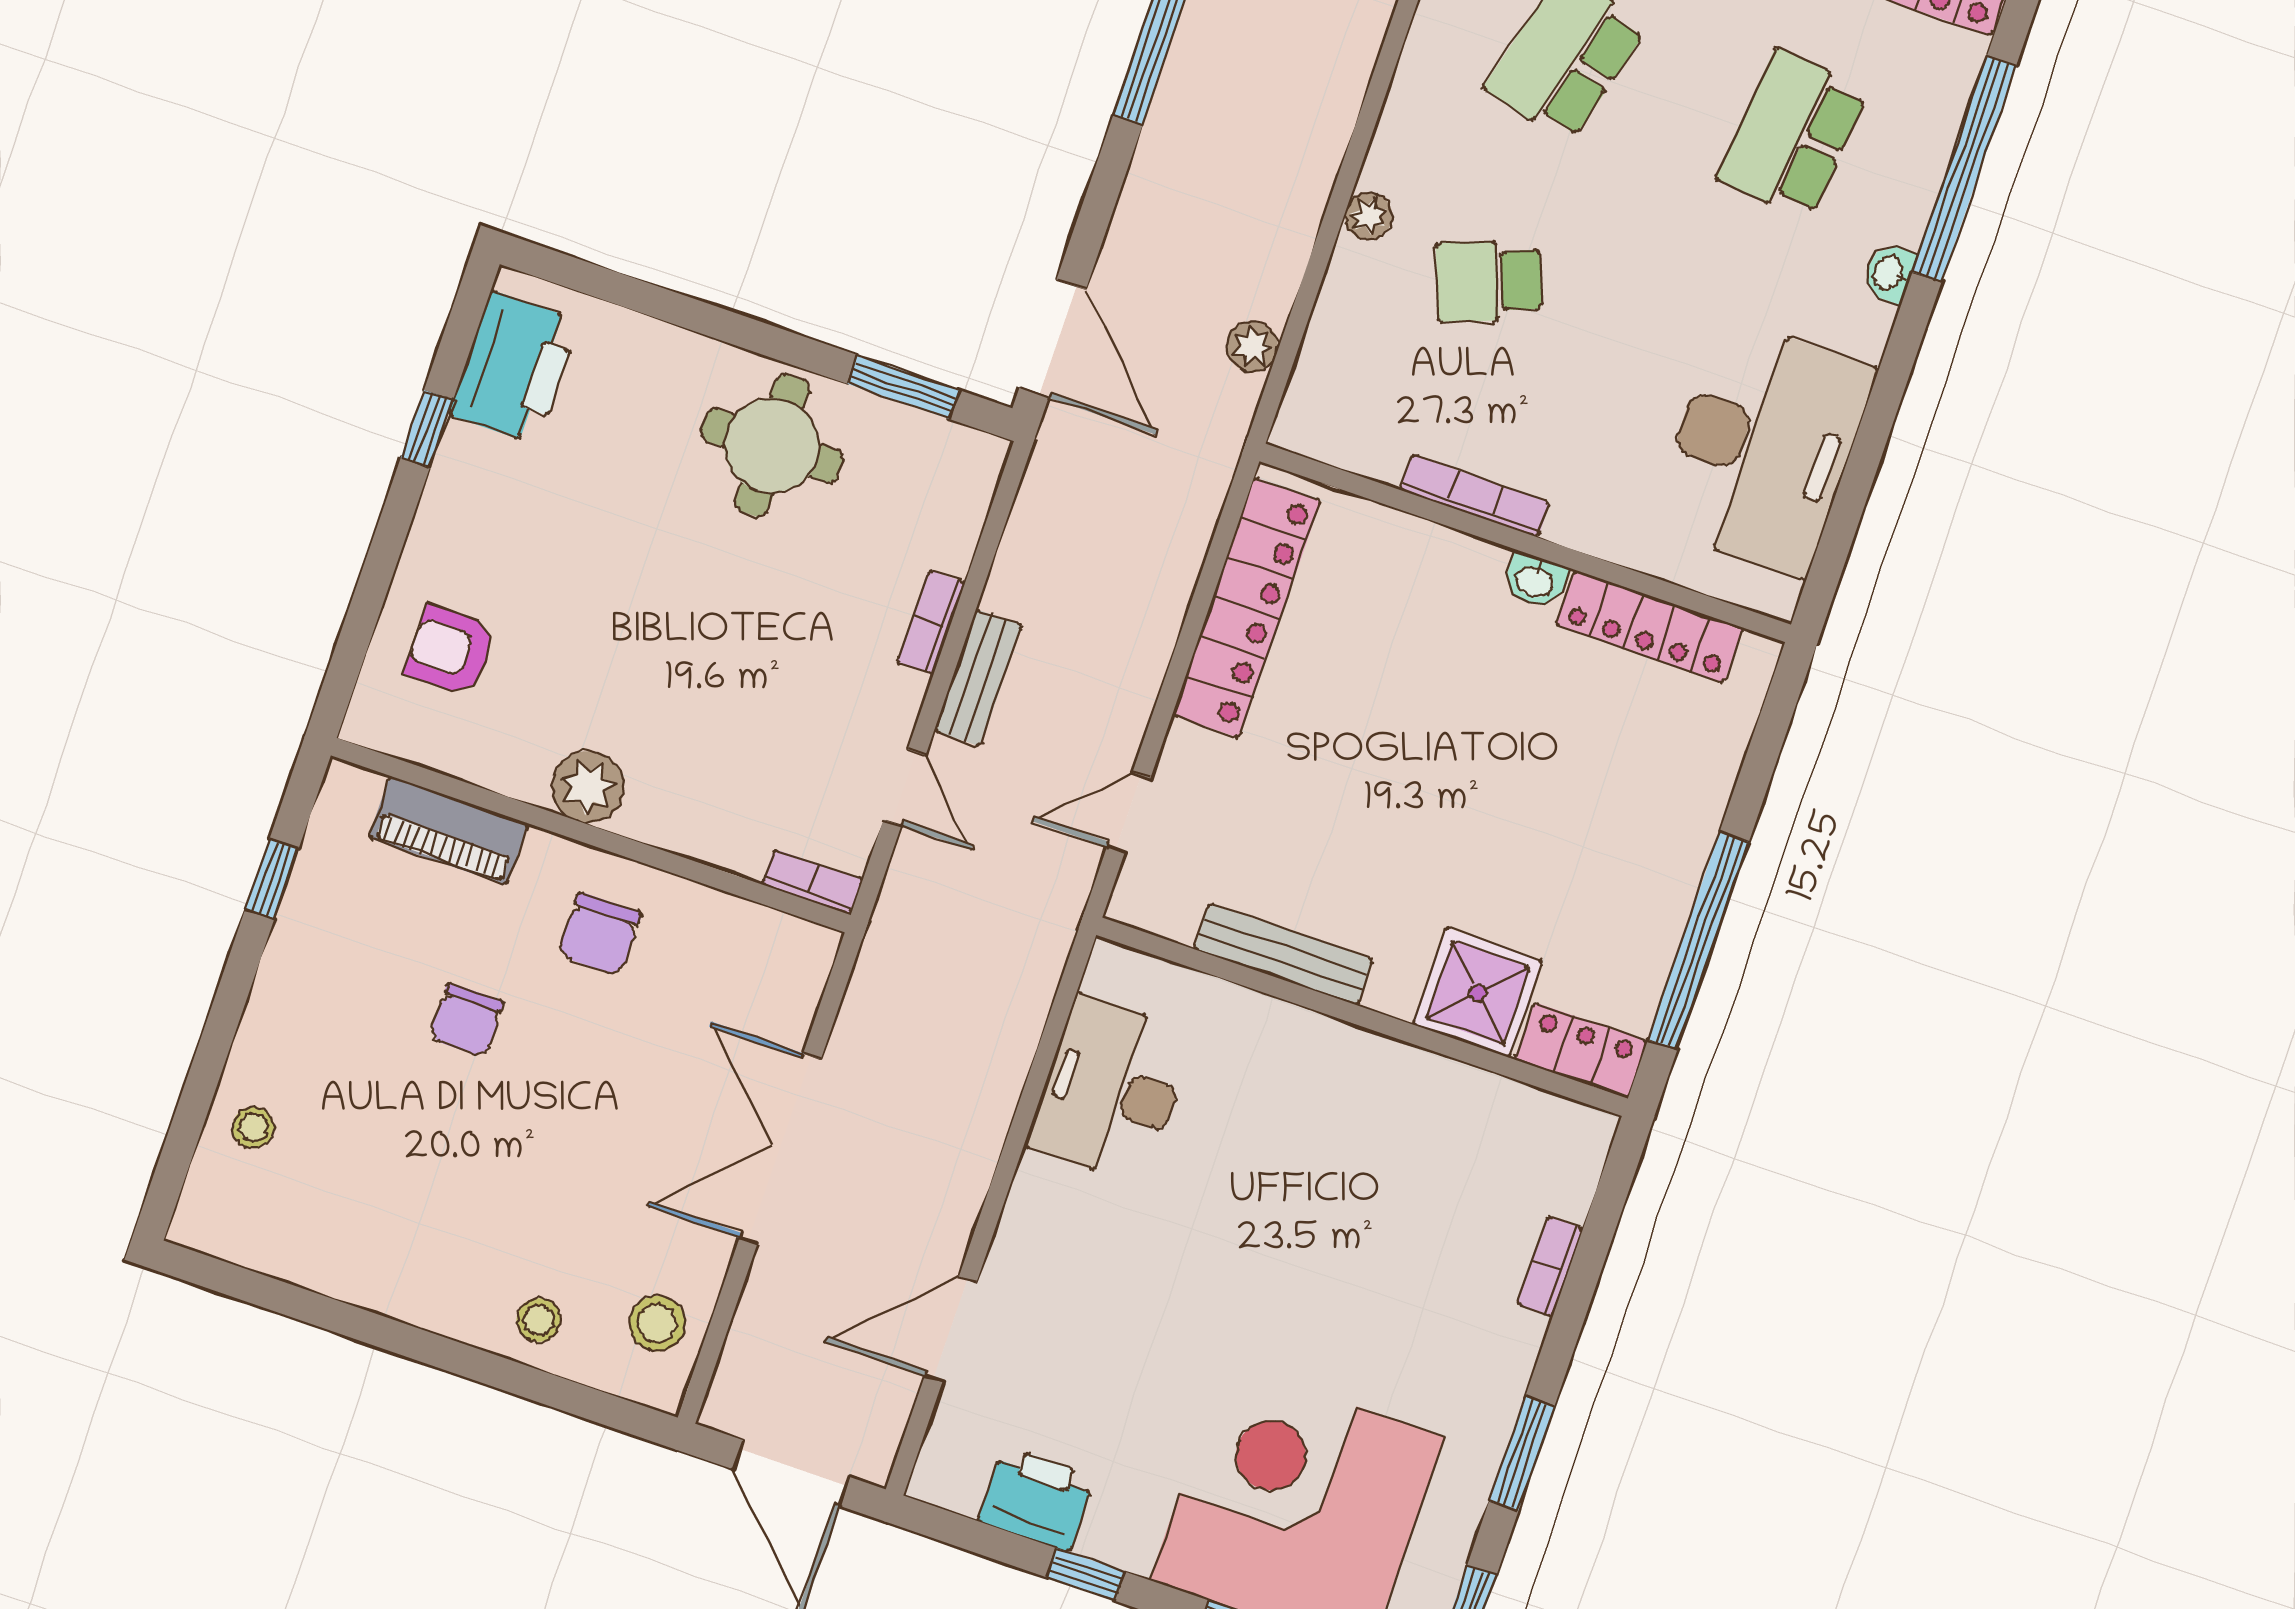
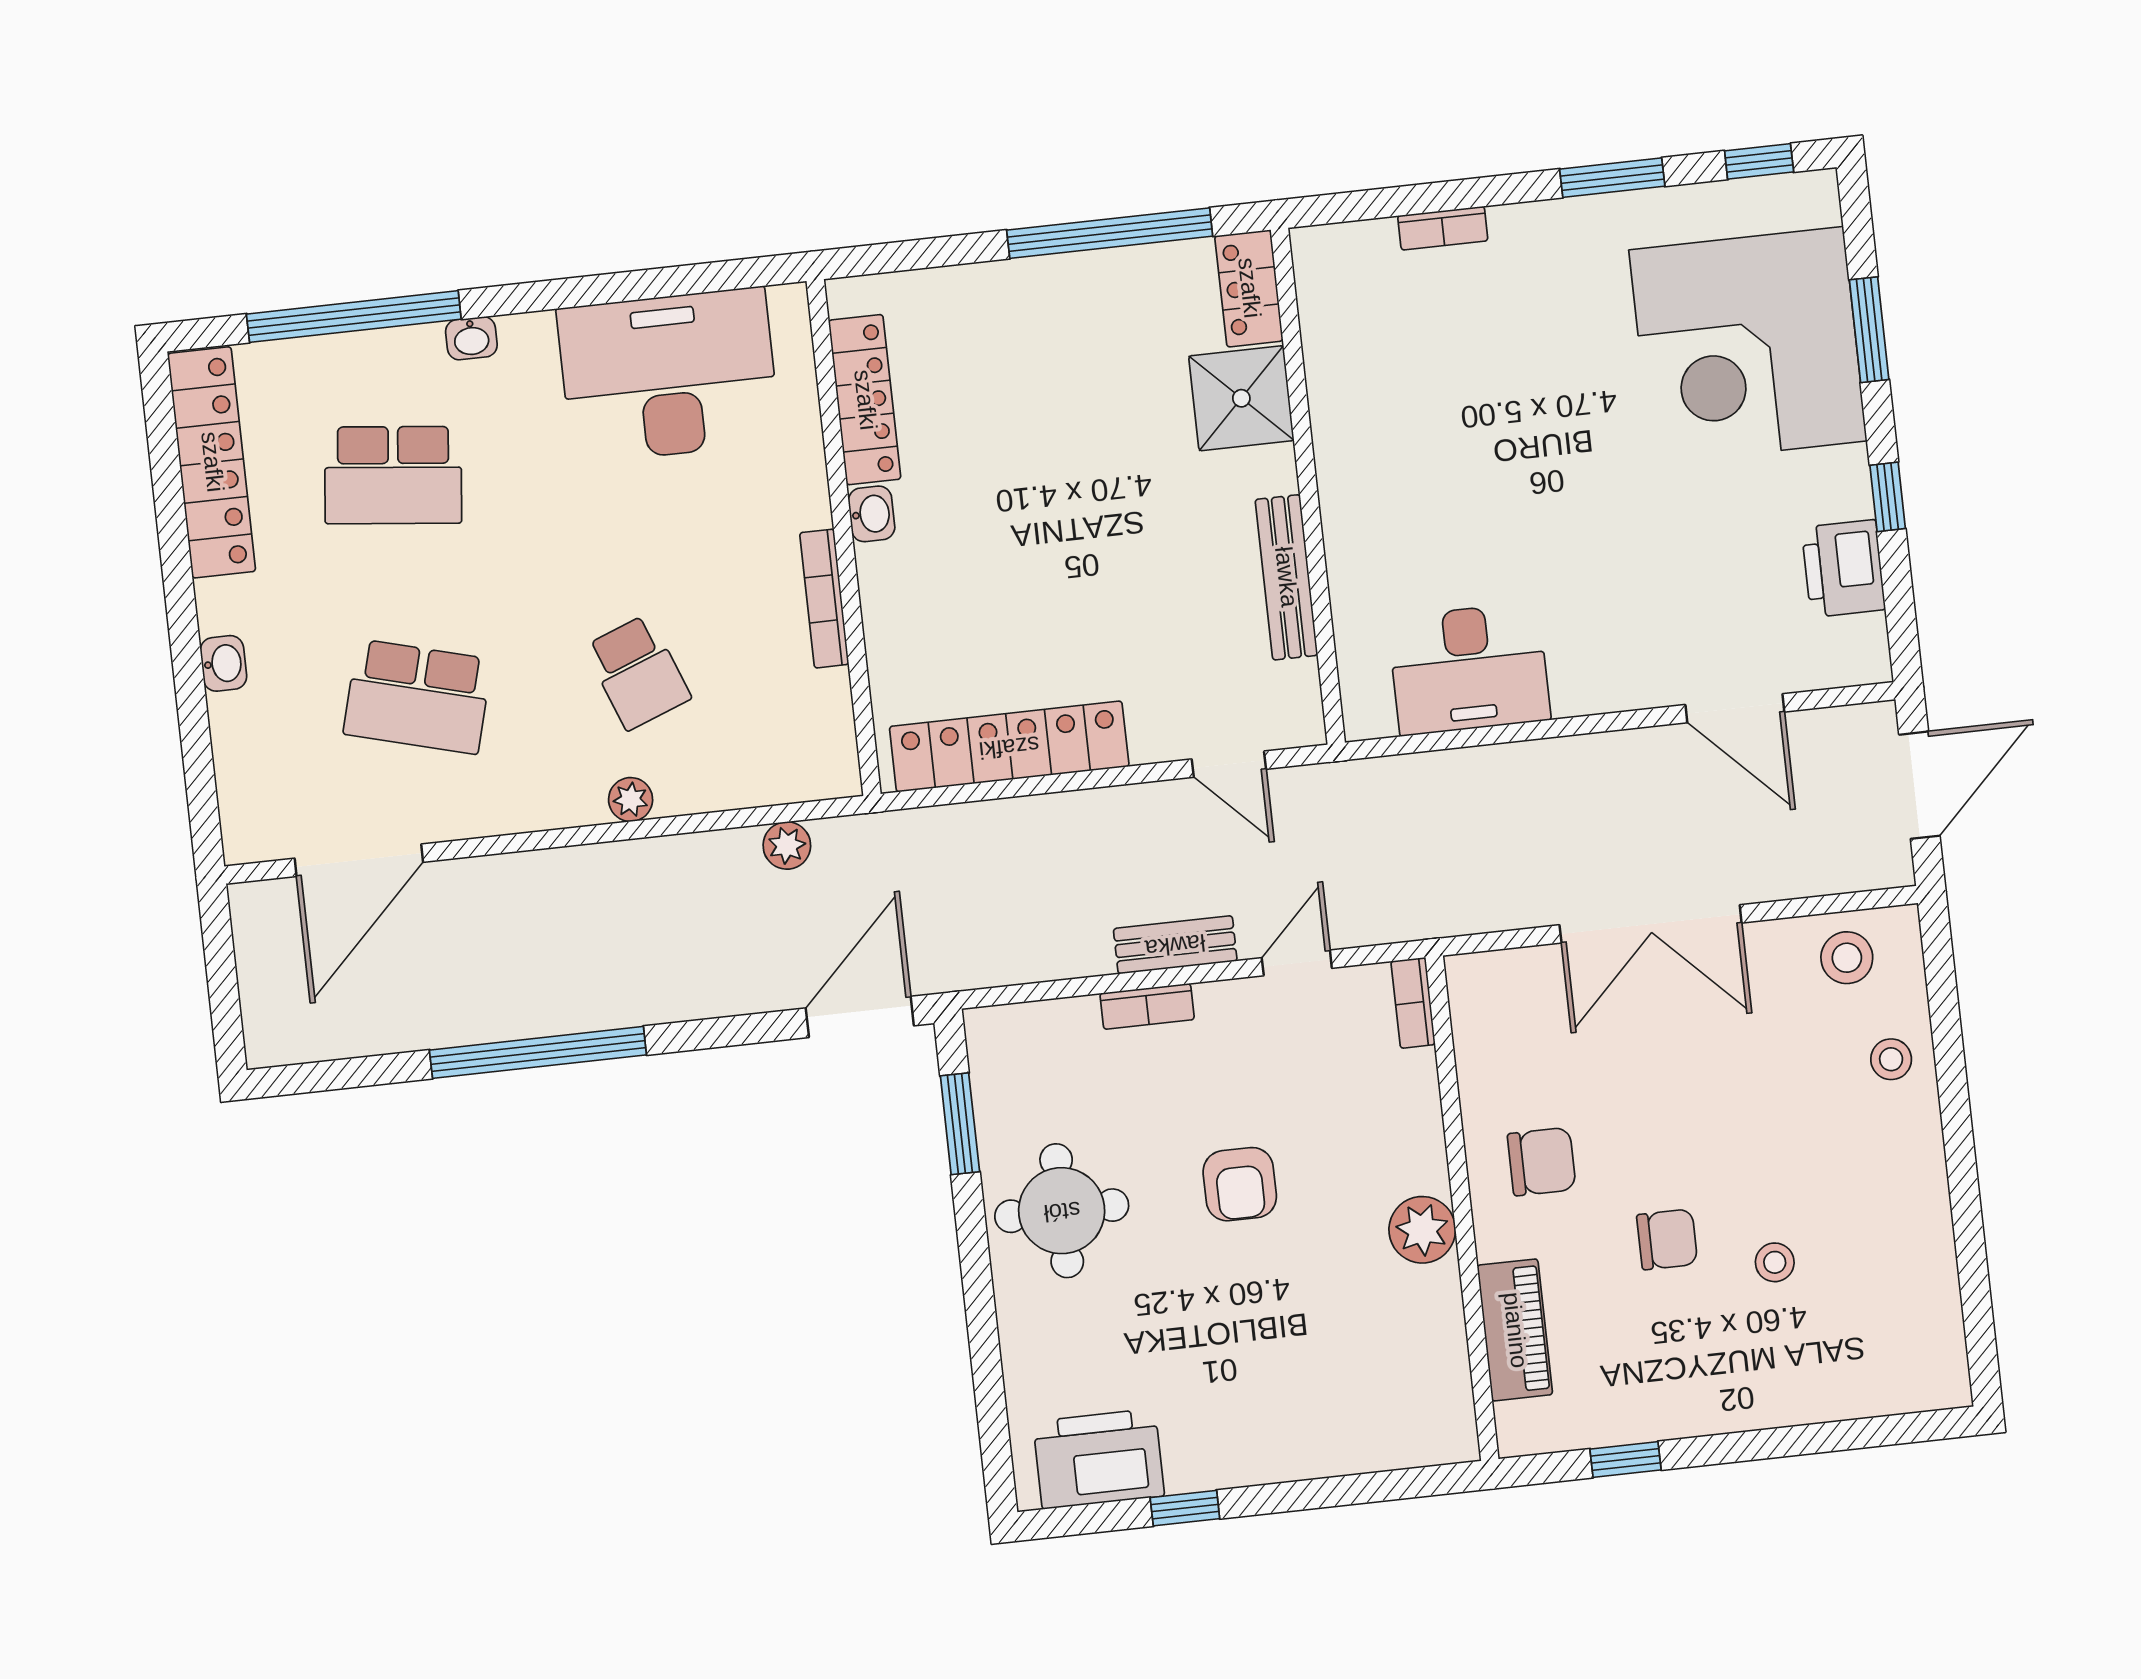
armchair: (451, 650) -> (1240, 1184), moved
stool: (253, 1128) -> (1775, 1262), moved

